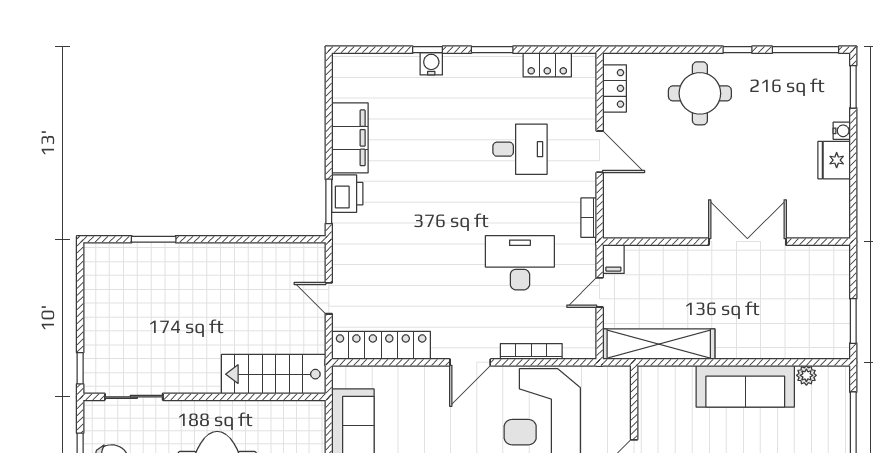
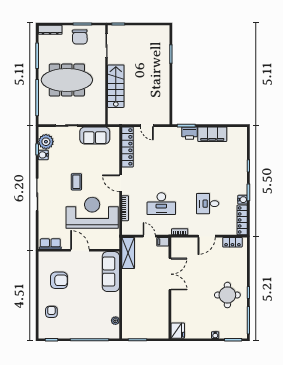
water cooler: (431, 64) -> (243, 200), moved
locker: (547, 65) -> (242, 220), width x1.53
round table: (700, 93) -> (227, 295), moved
desk: (520, 149) -> (208, 204), turned 90
fridge: (834, 160) -> (178, 331), moved, turned 90
double door: (747, 242) -> (170, 274), moved
desk: (520, 263) -> (161, 204), turned 90
door: (329, 298) -> (147, 126), swing flipped
shelving: (659, 344) -> (128, 253), width x0.68
stairs: (274, 374) -> (116, 86), moved
sofa: (745, 386) -> (111, 272), moved

